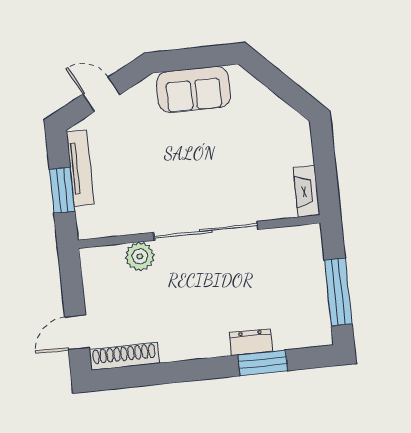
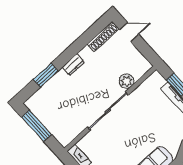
door: (77, 332) -> (129, 32), hinge flipped
dresser: (251, 342) -> (73, 65), moved

